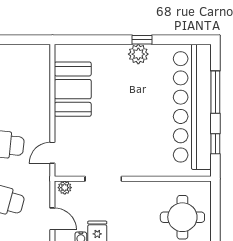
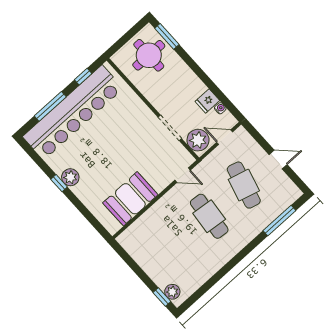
plant: (65, 188) -> (198, 140), width x1.88, depth x1.88
door: (52, 219) -> (225, 137), hinge flipped

